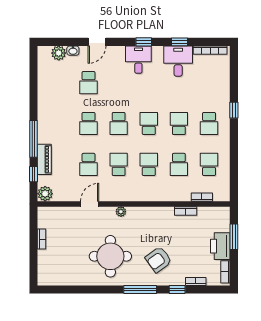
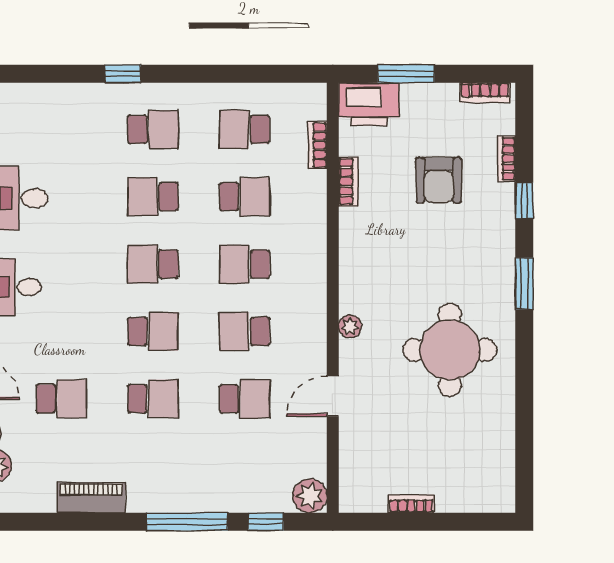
piano: (44, 159) -> (91, 498), moved
door: (90, 204) -> (333, 396), hinge flipped
printer: (220, 246) -> (369, 104), moved
armchair: (158, 260) -> (439, 180), moved, turned 36
window: (140, 290) -> (524, 283), width x0.69

